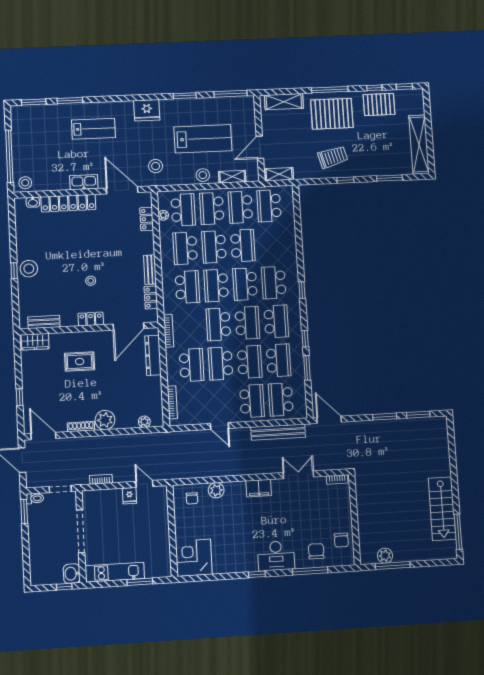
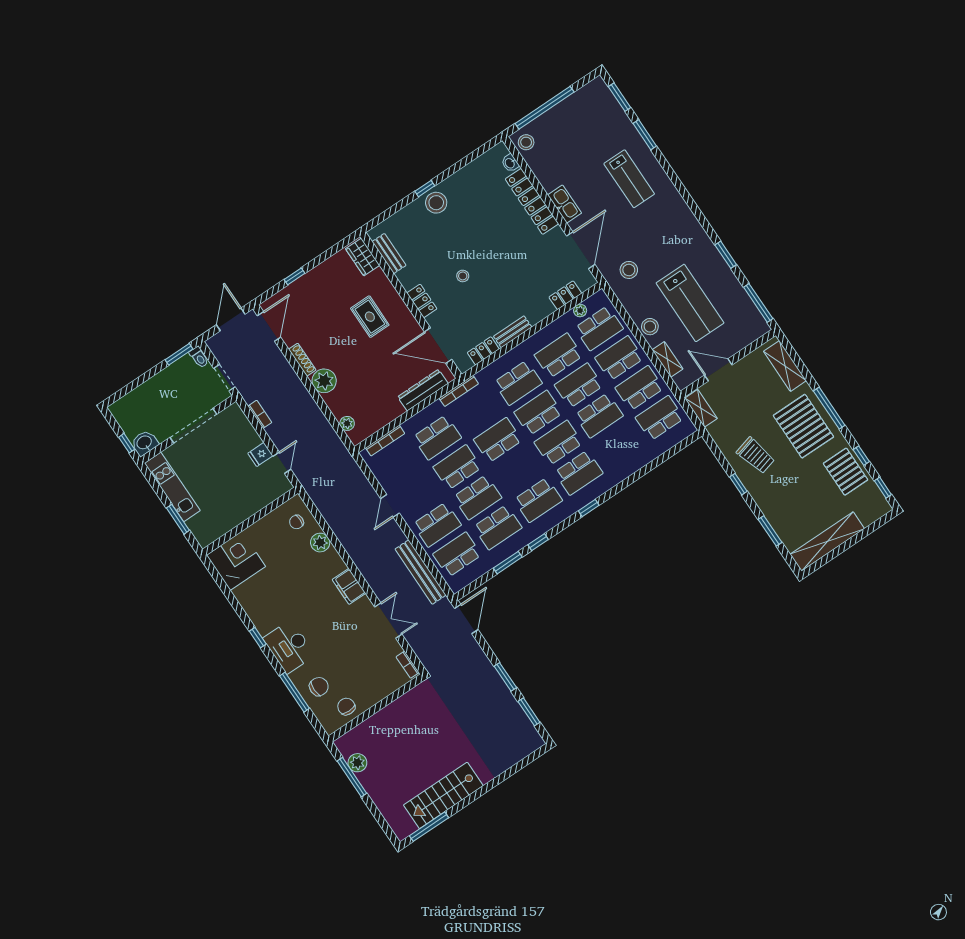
fridge: (147, 110) -> (685, 224), removed
school desk: (274, 283) -> (579, 473), turned 180
school desk: (247, 323) -> (518, 470), removed
chair: (341, 540) -> (346, 707), turned 90

